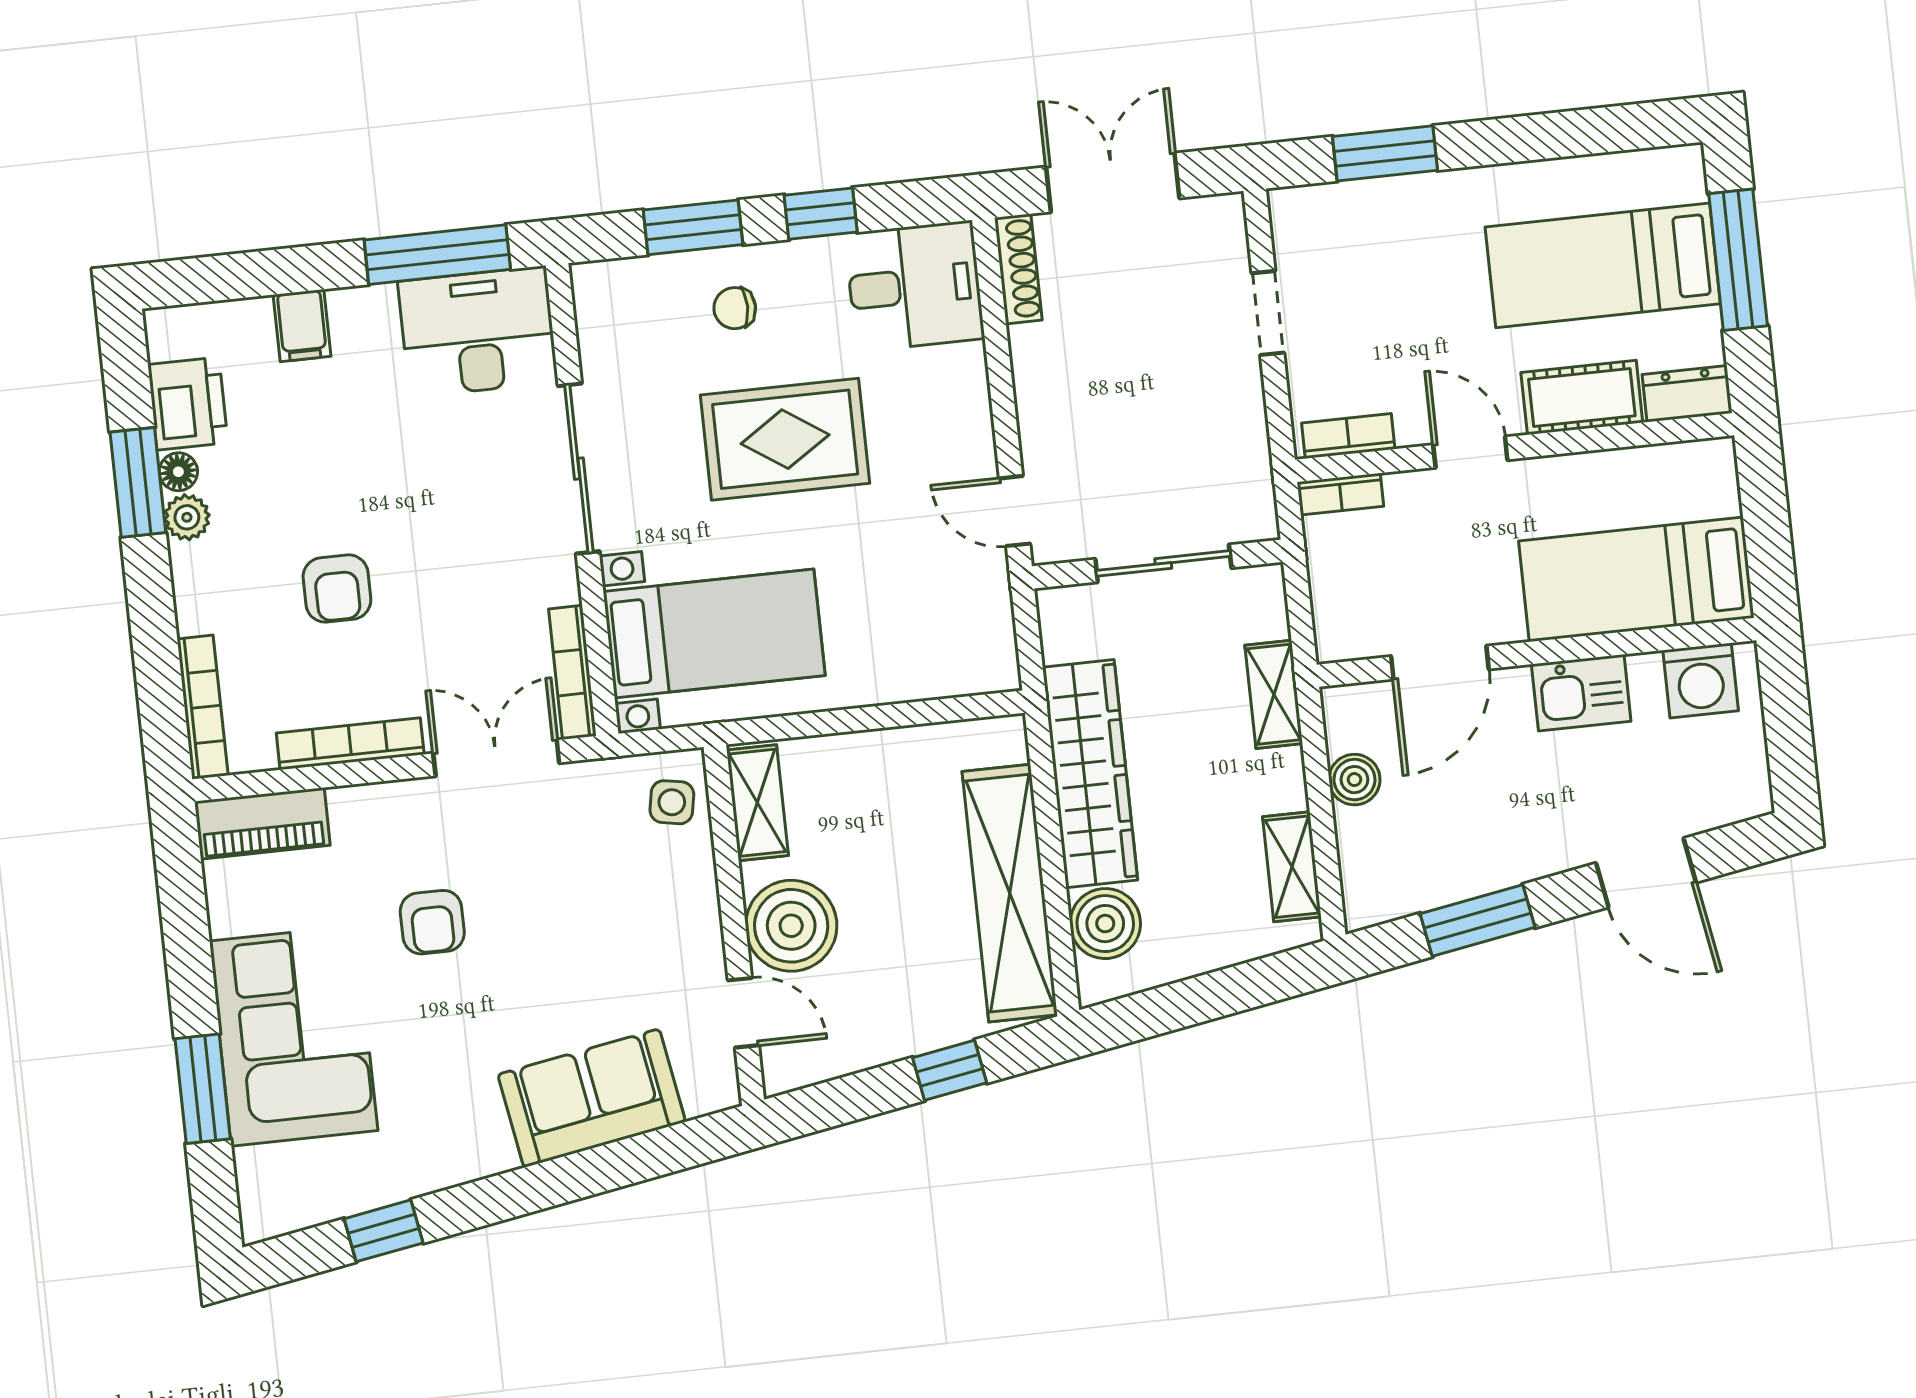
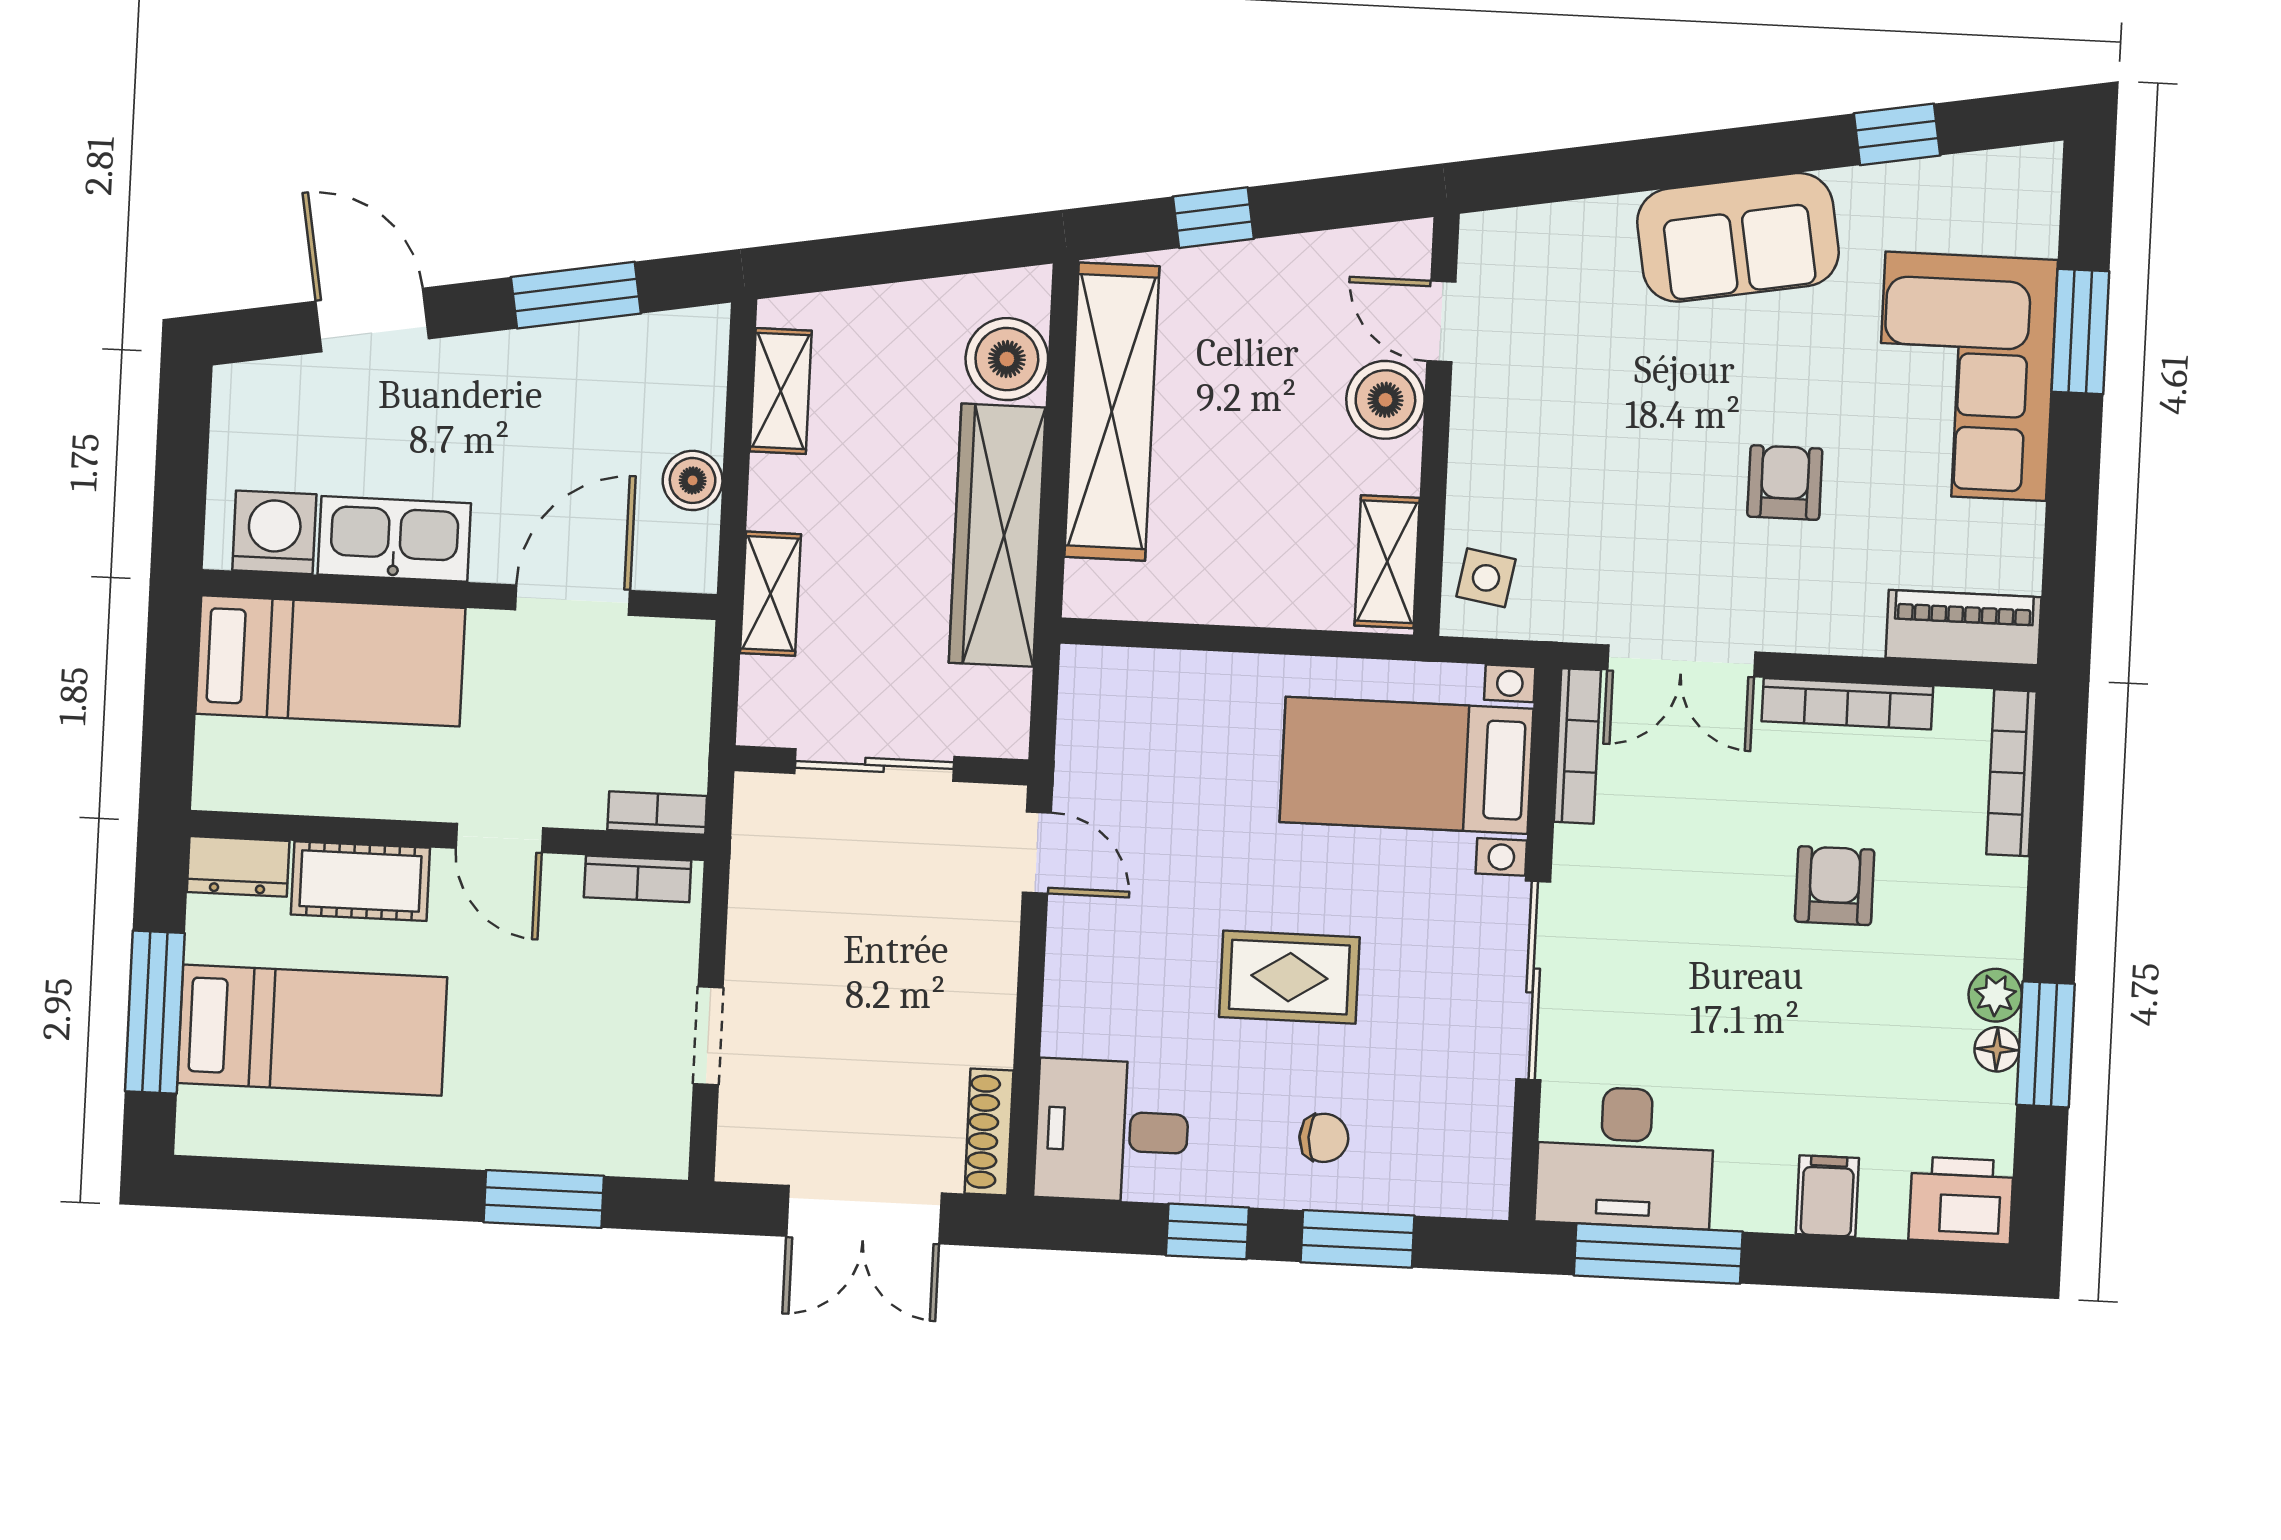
printer: (188, 404) -> (1961, 1200), moved, turned 90
rug: (785, 439) -> (1289, 977), width x0.73, depth x0.70
kitchen sink: (1581, 693) -> (394, 539), width x1.38
boiler: (791, 926) -> (1385, 400), width x0.73, depth x0.73
sofa: (592, 1098) -> (1738, 237), moved

